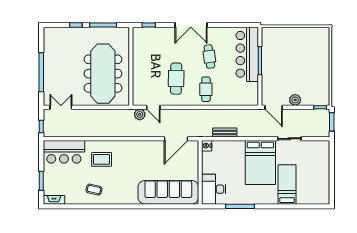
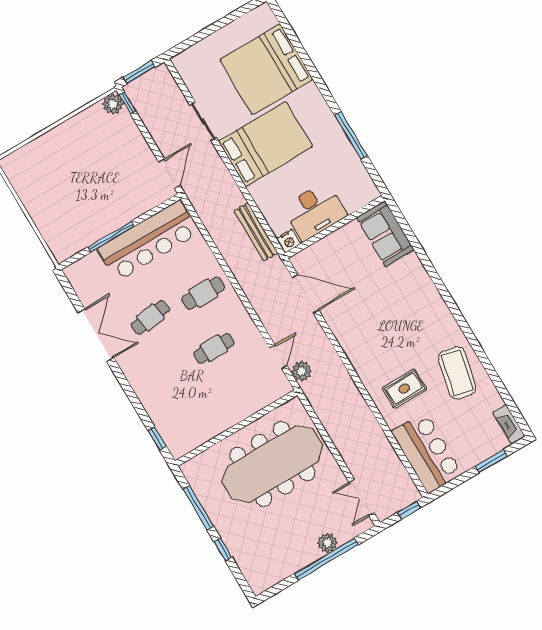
double door: (191, 25) -> (96, 335), moved
bar counter: (247, 54) -> (148, 241), moved
plant: (49, 78) -> (327, 543), added
cafe table: (176, 79) -> (214, 348), width x0.73, depth x0.74
plant: (295, 100) -> (113, 104), moved
bench: (225, 133) -> (256, 232), width x1.36
rug: (102, 159) -> (404, 389), turned 90
bed: (287, 184) -> (266, 69), width x2.04
desk: (214, 189) -> (315, 211), moved
coffee table: (94, 190) -> (457, 373), width x1.86, depth x1.72
sofa: (168, 192) -> (385, 234), width x0.54, depth x0.79

